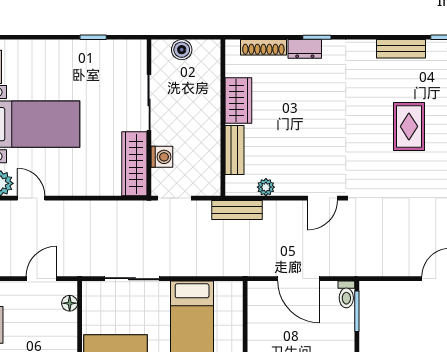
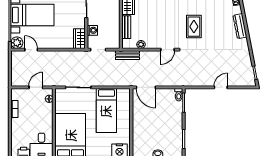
rug: (409, 126) -> (194, 27), moved
wardrobe: (134, 164) -> (79, 39), width x0.67
door: (299, 279) -> (146, 87), moved

